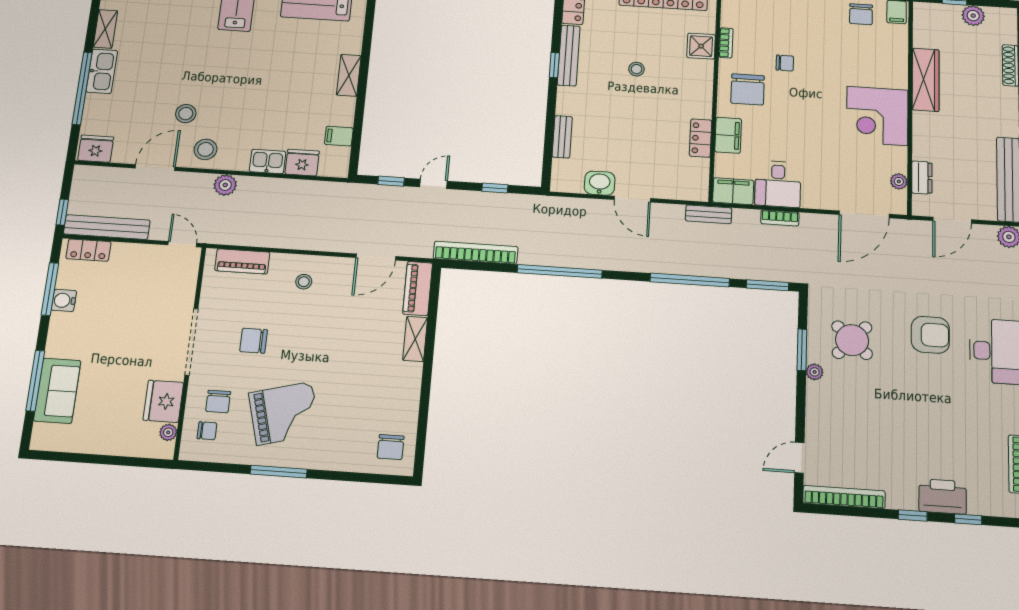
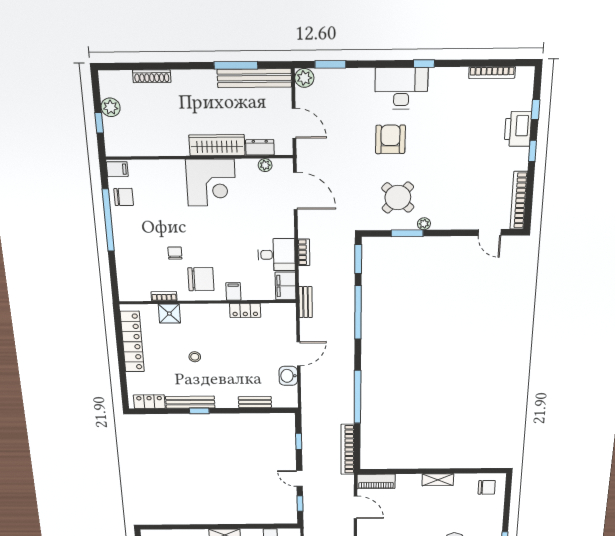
wardrobe: (926, 80) -> (217, 145), moved
filing cabinet: (728, 135) -> (233, 291), width x0.50
shelving: (415, 339) -> (438, 480), moved

